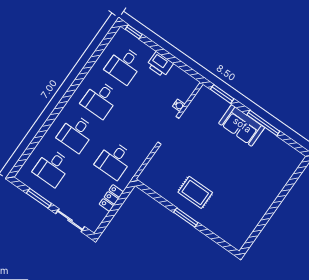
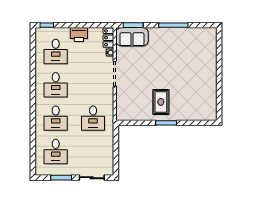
sofa: (242, 125) -> (132, 37), moved
rug: (195, 192) -> (161, 102), turned 90
locker: (111, 198) -> (108, 38), moved

